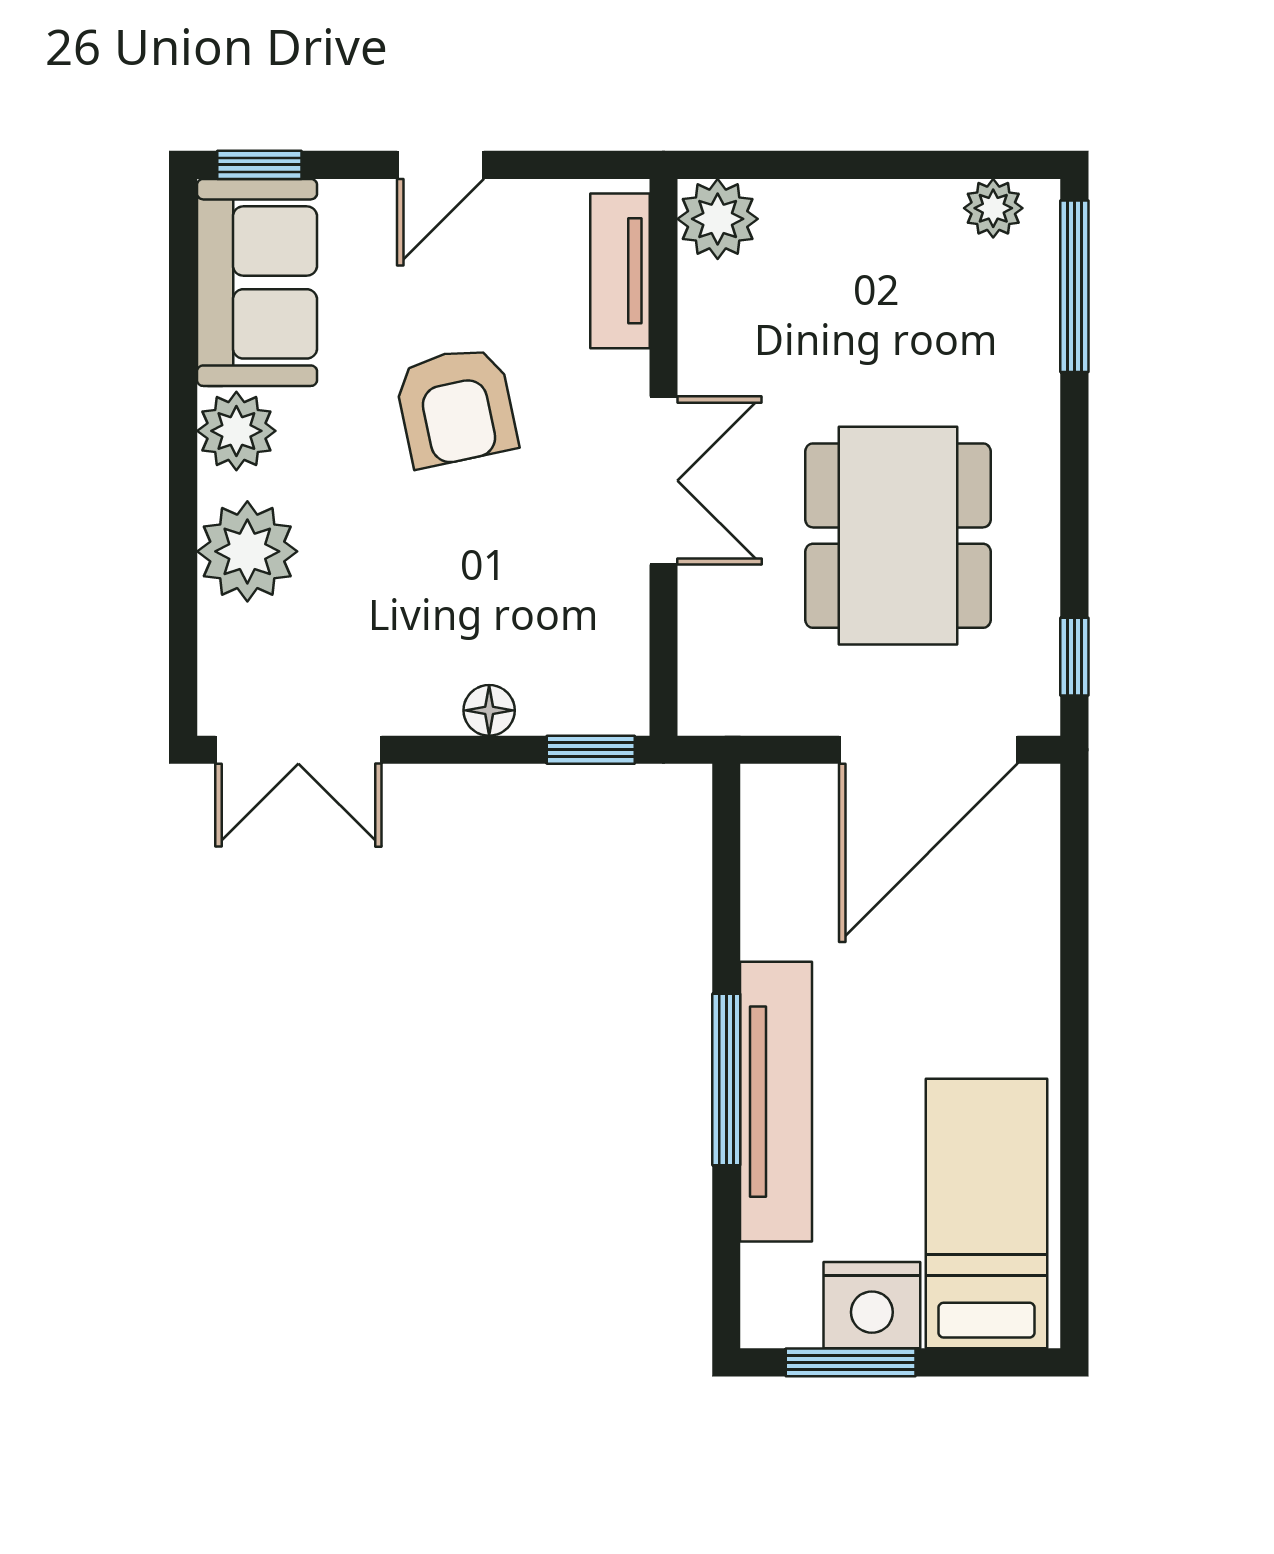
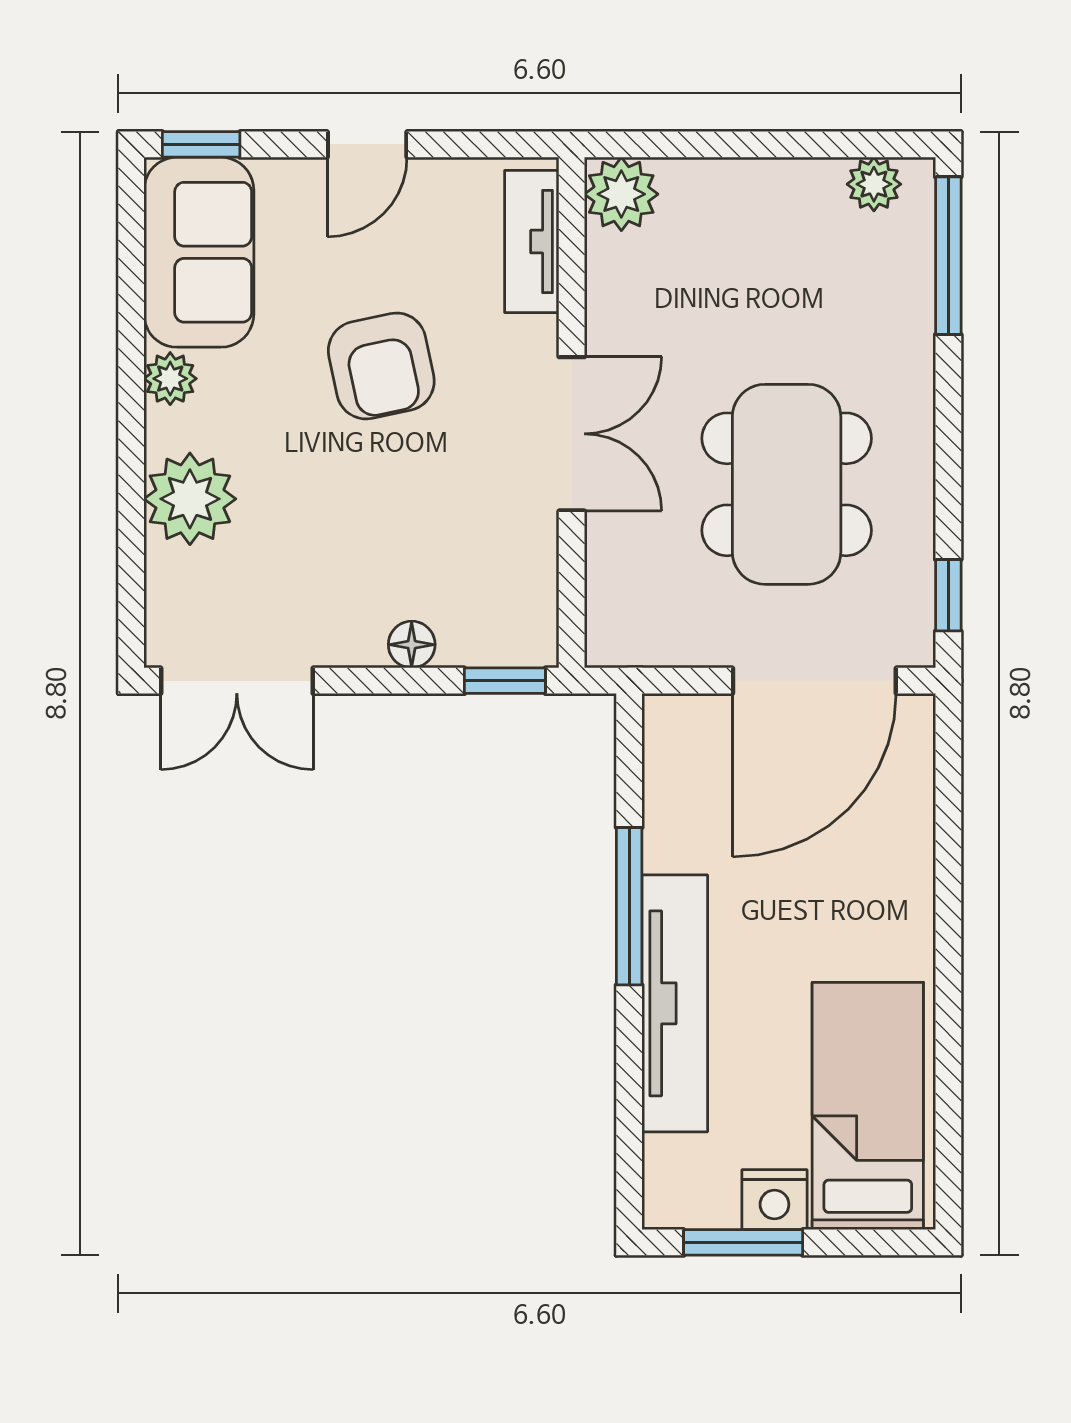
plant: (236, 431) -> (170, 379), width x0.73, depth x0.73
window: (726, 1079) -> (629, 906), moved
nightstand: (872, 1305) -> (774, 1200), width x0.74, depth x0.75

